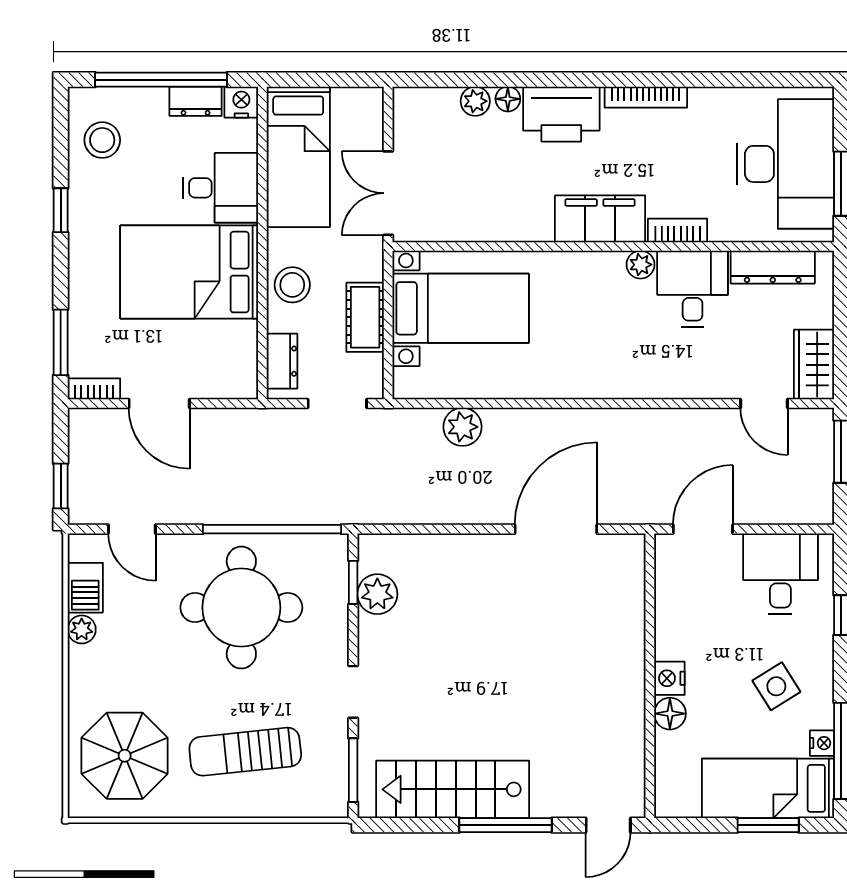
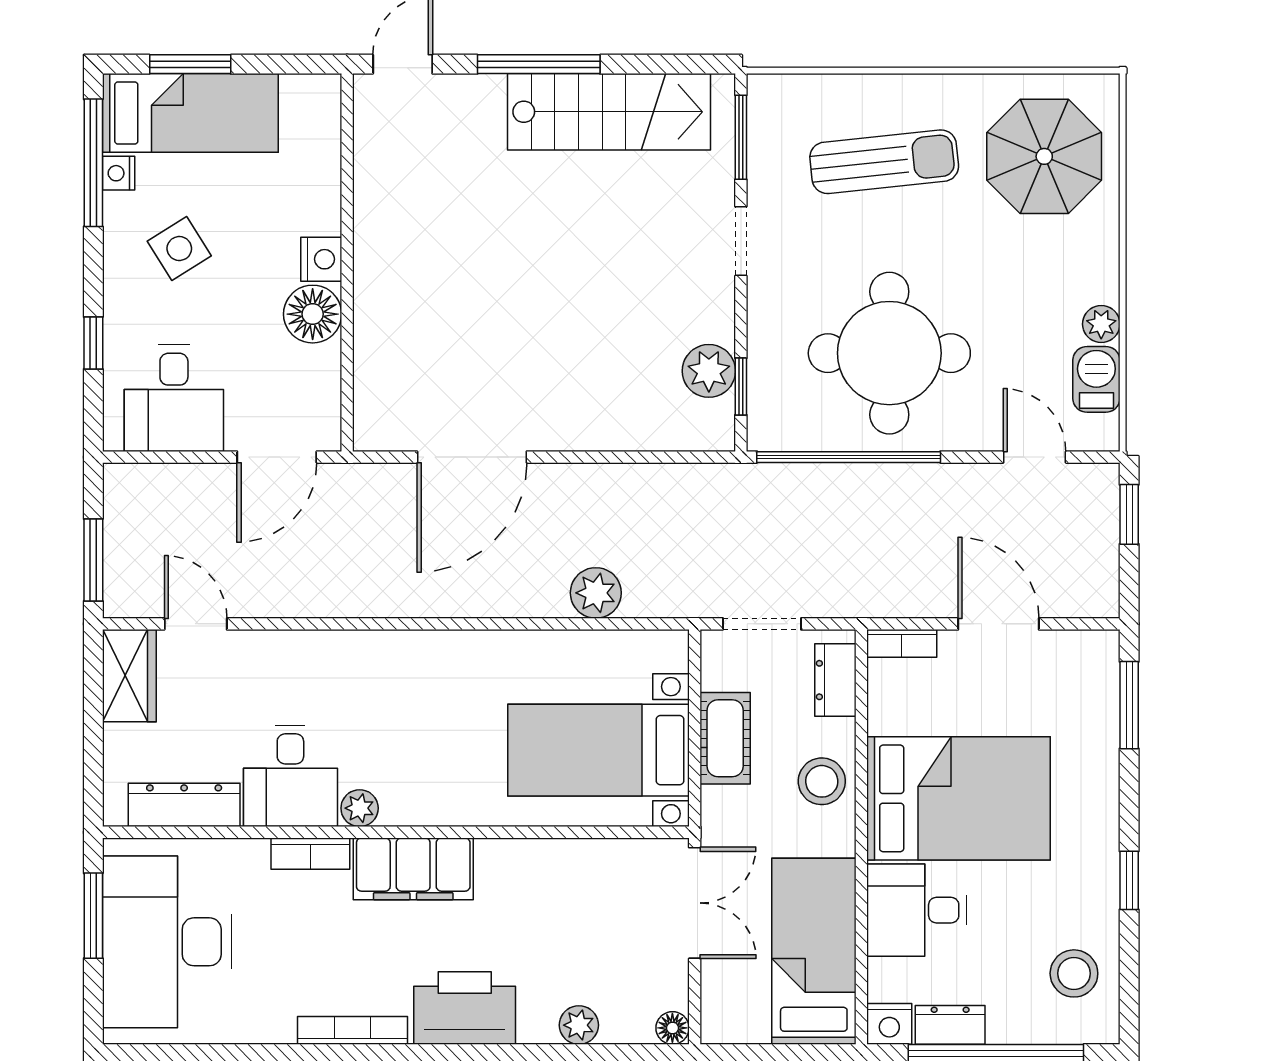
floor lamp: (508, 99) -> (672, 1028), moved
bookcase: (94, 389) -> (902, 643), moved
floor lamp: (670, 714) -> (313, 314), moved, width x1.38, depth x1.38

